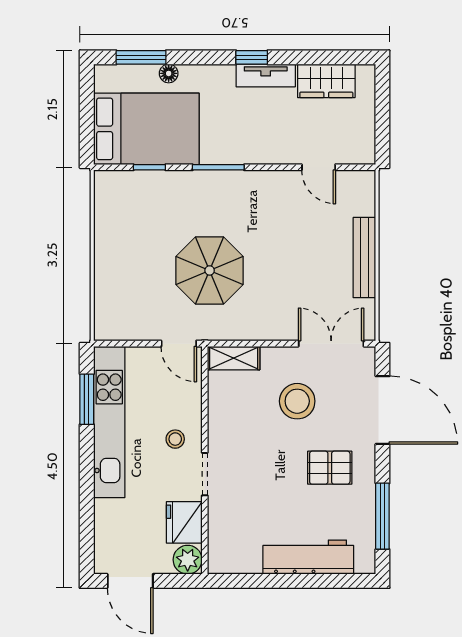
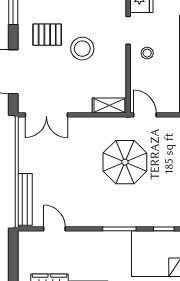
bench: (364, 258) -> (25, 199), moved
stool: (297, 401) -> (82, 49), moved

